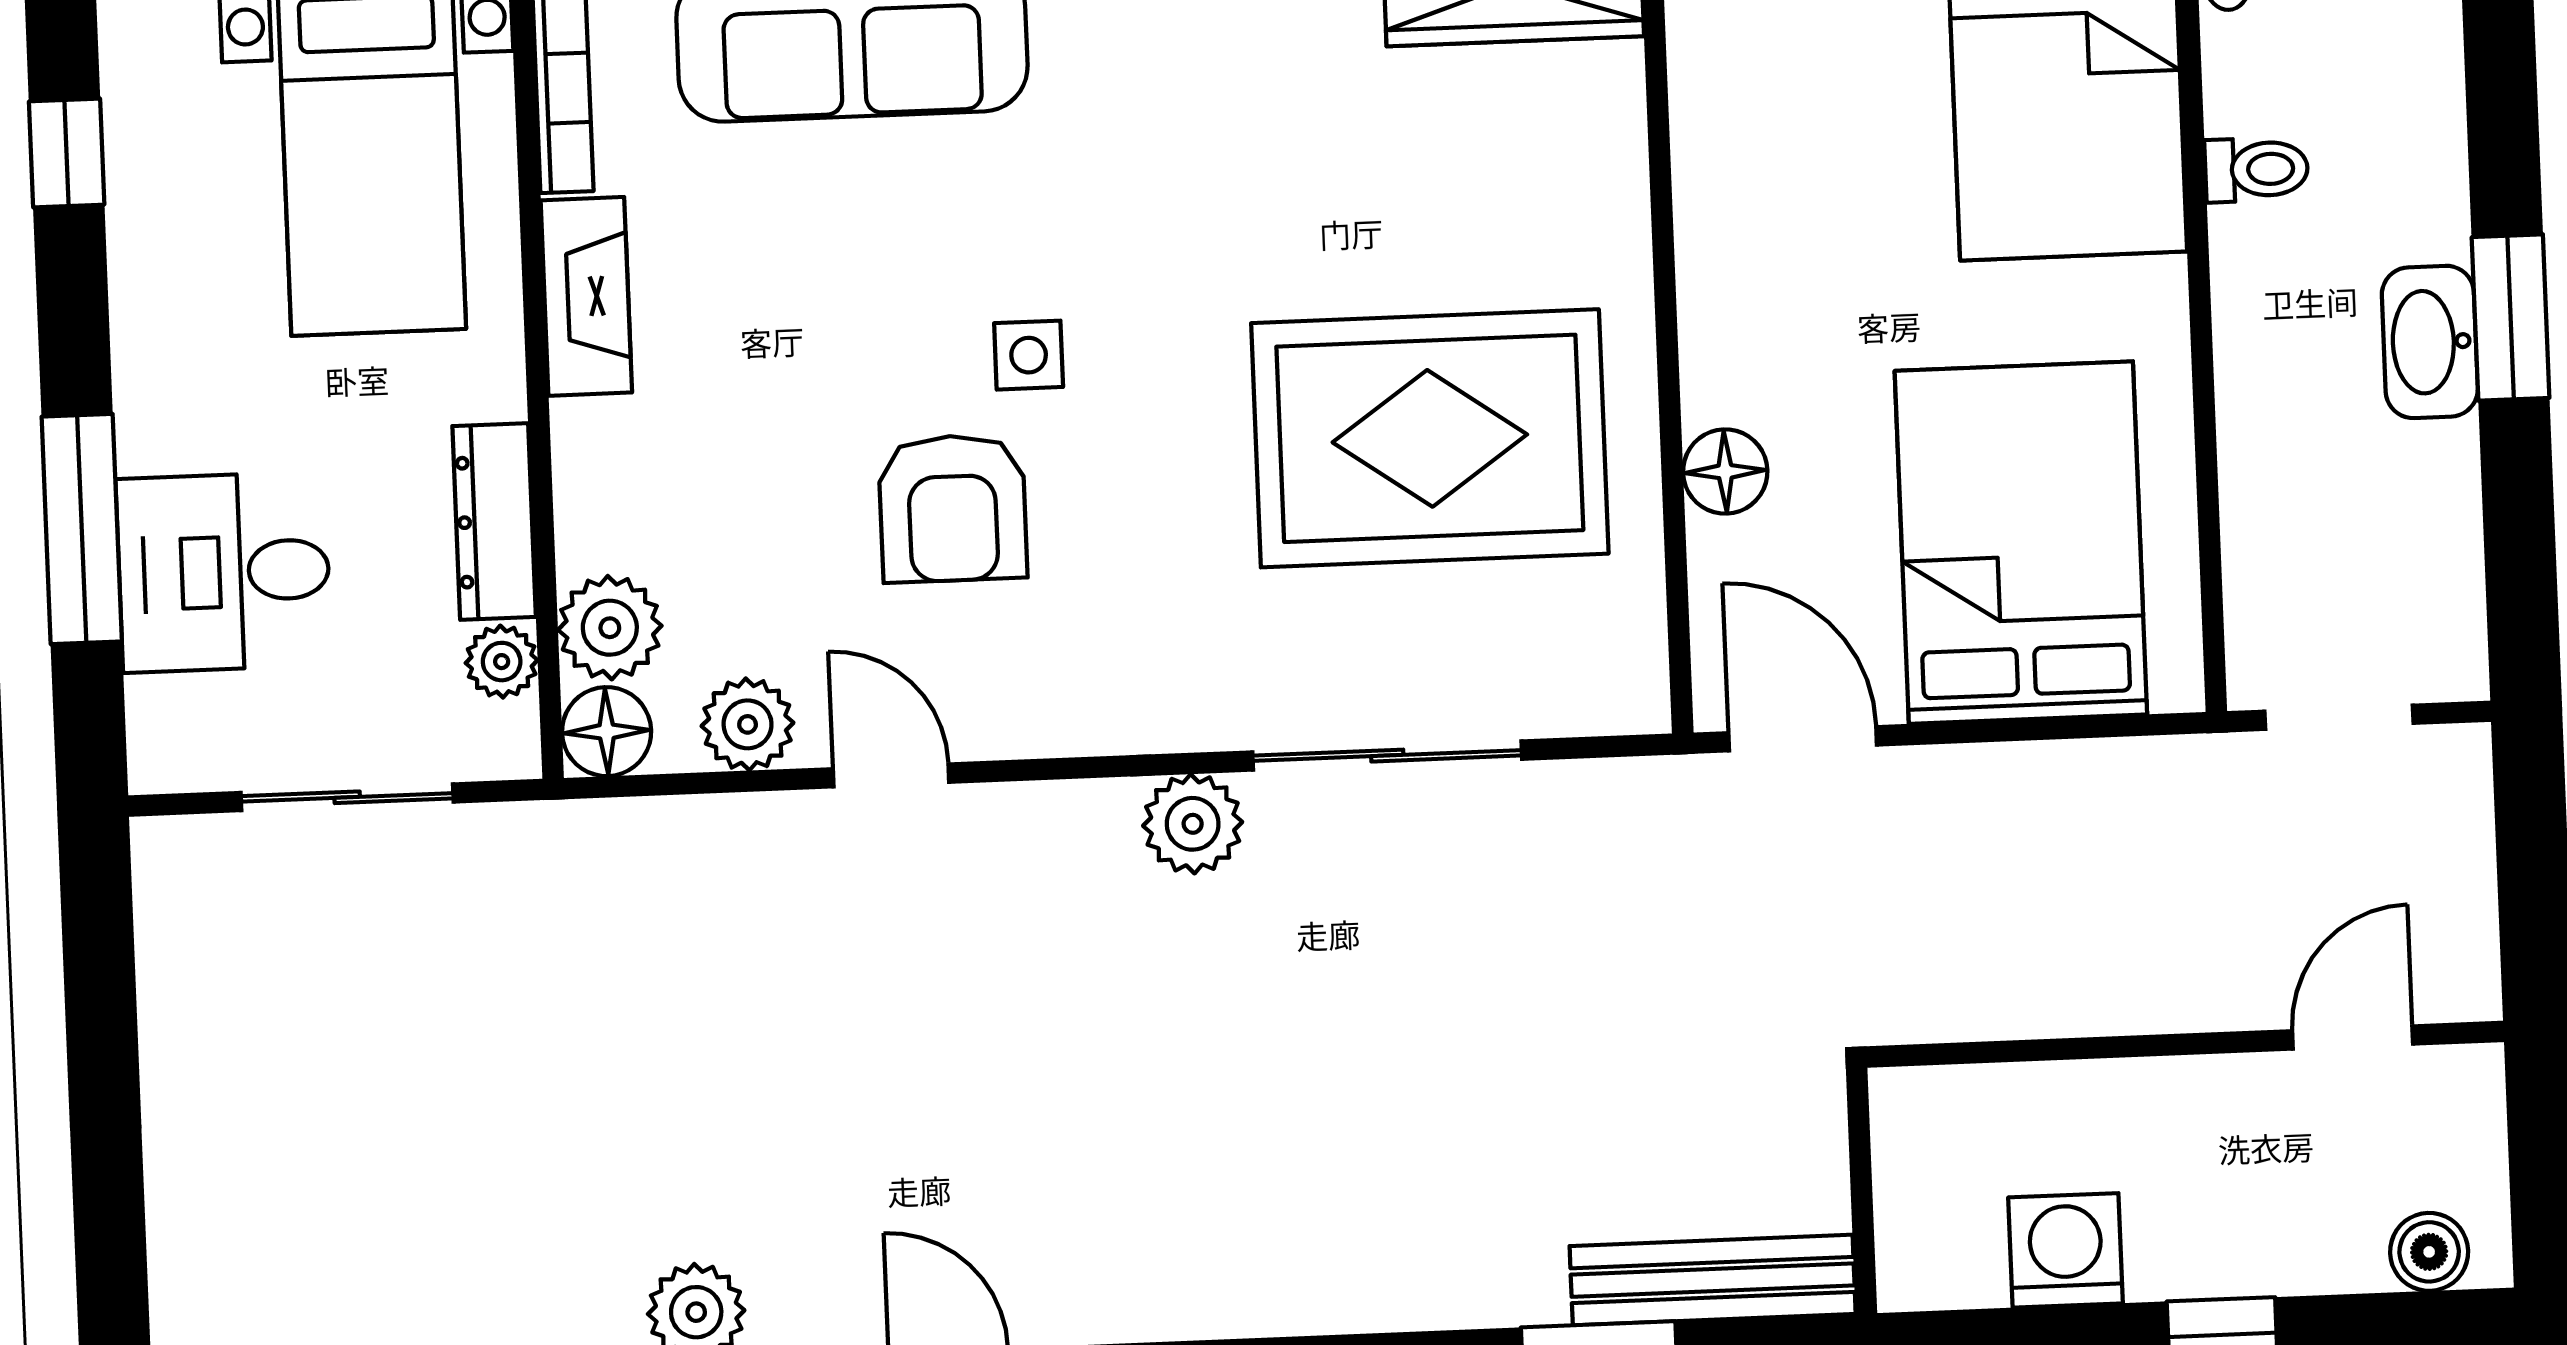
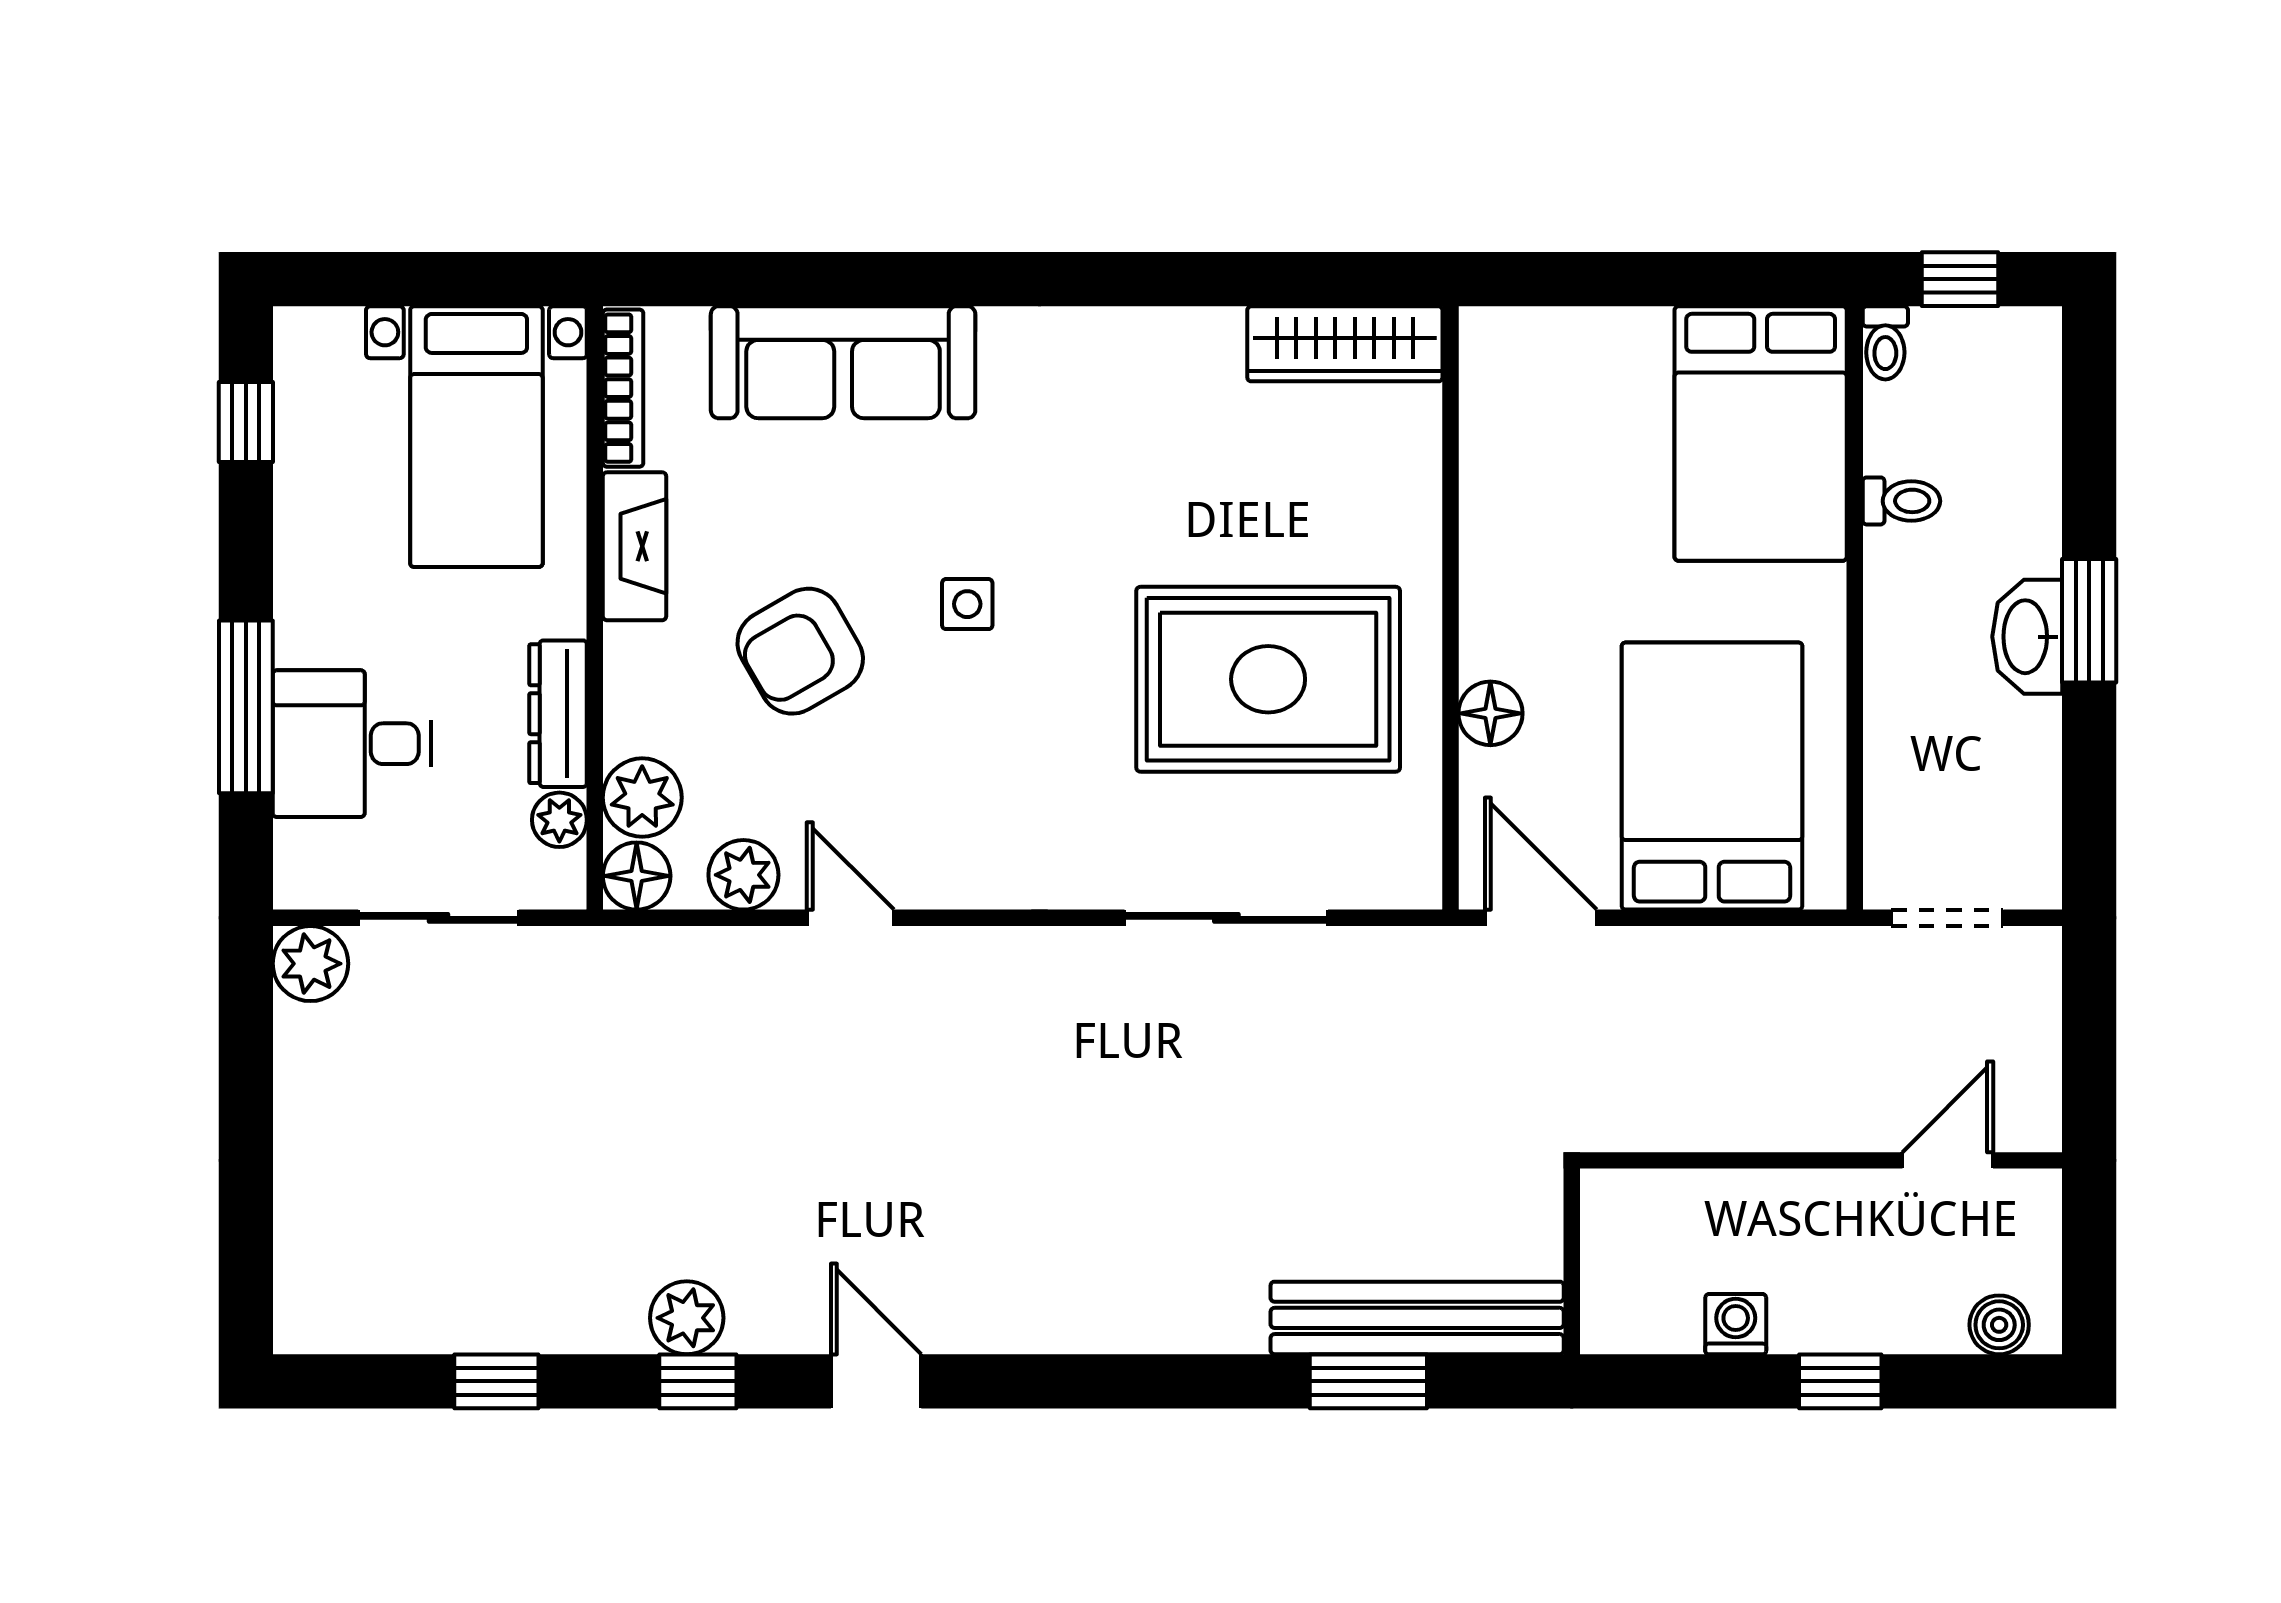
armchair: (953, 508) -> (800, 651), moved, turned 60
plant: (1193, 824) -> (310, 964), moved
washing machine: (2066, 1250) -> (1736, 1324), width x0.73, depth x0.73
bench: (1713, 1280) -> (1417, 1318), width x1.37, depth x1.21

